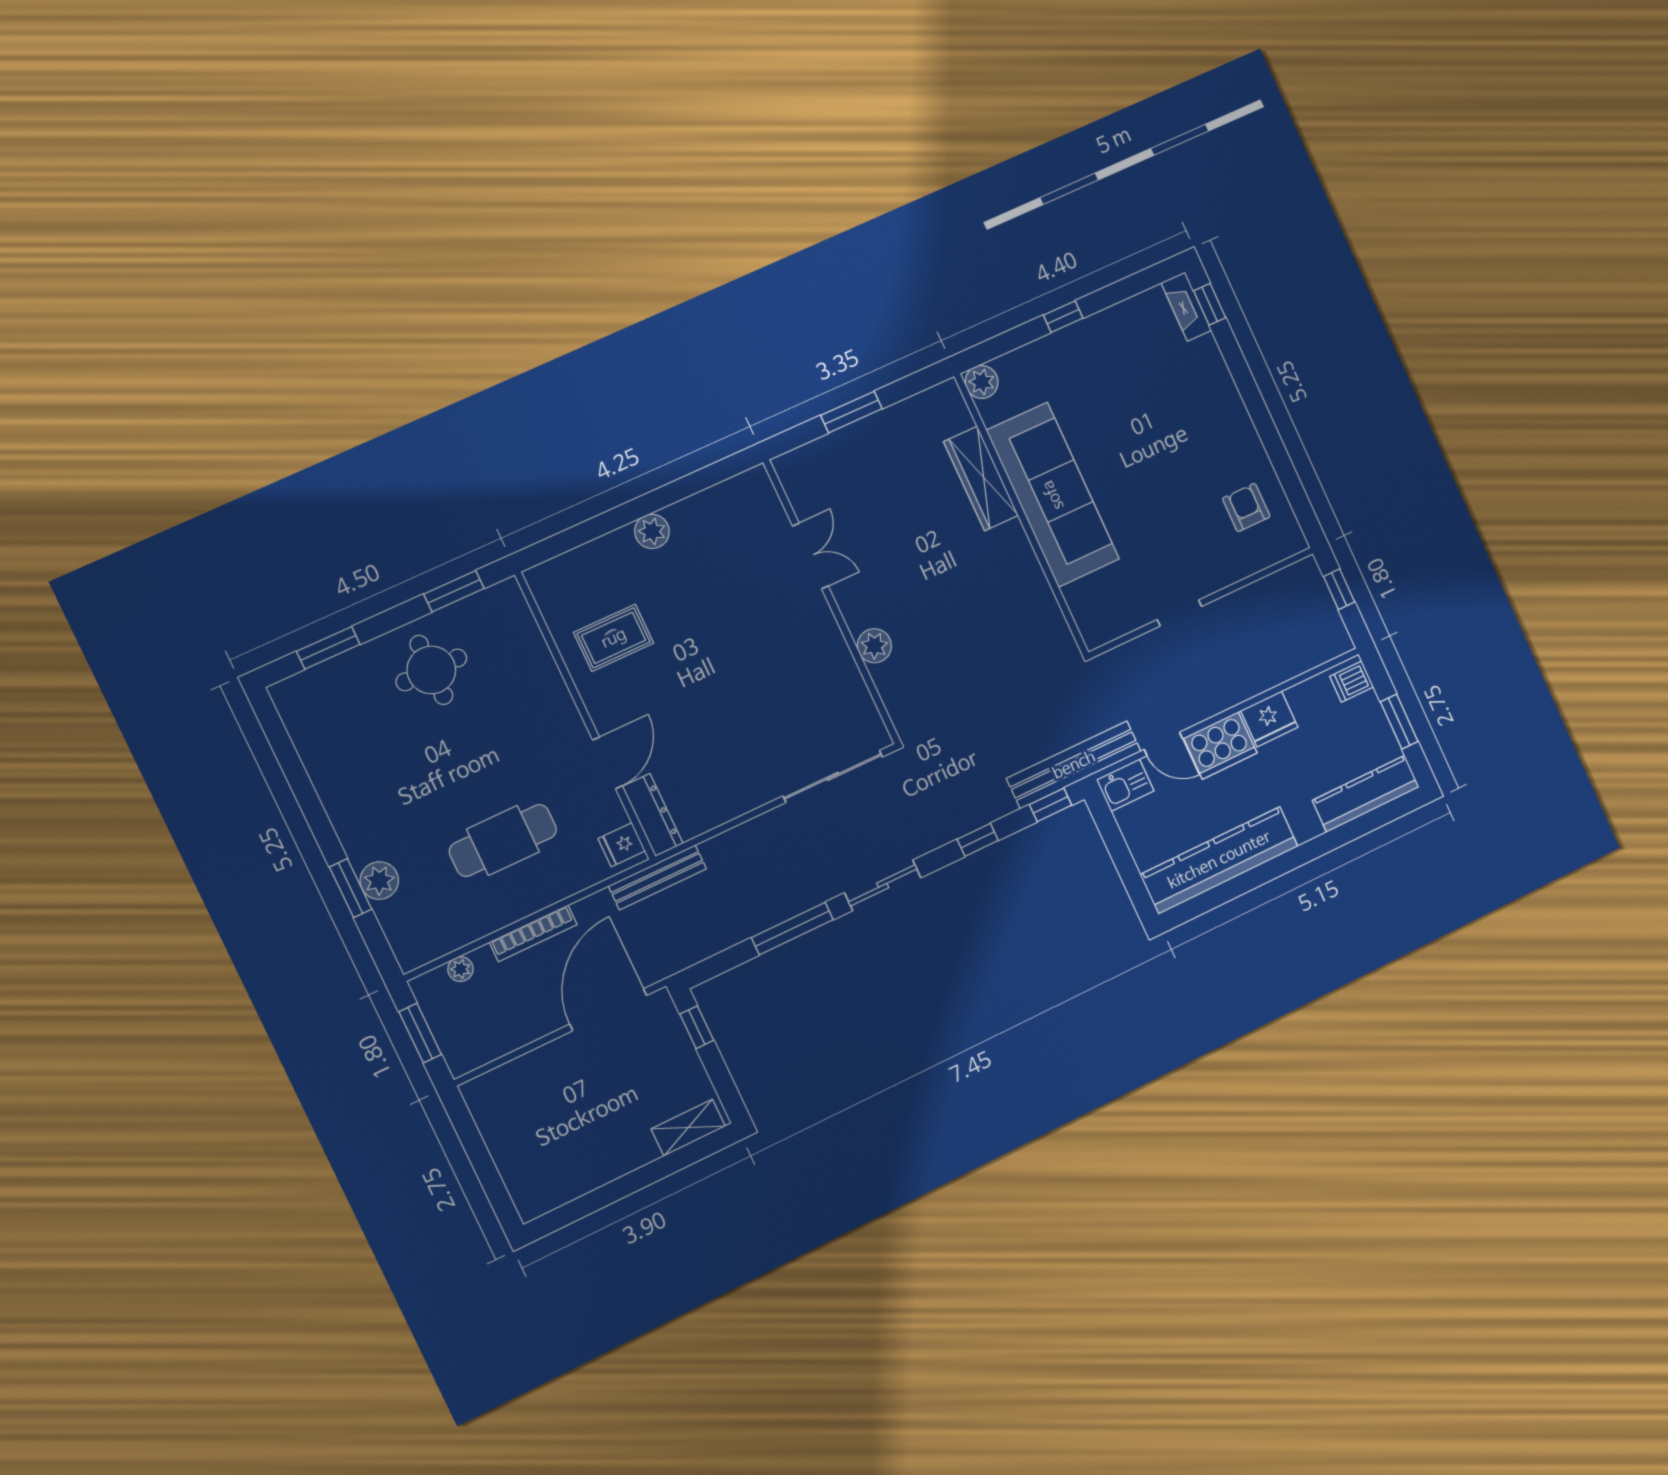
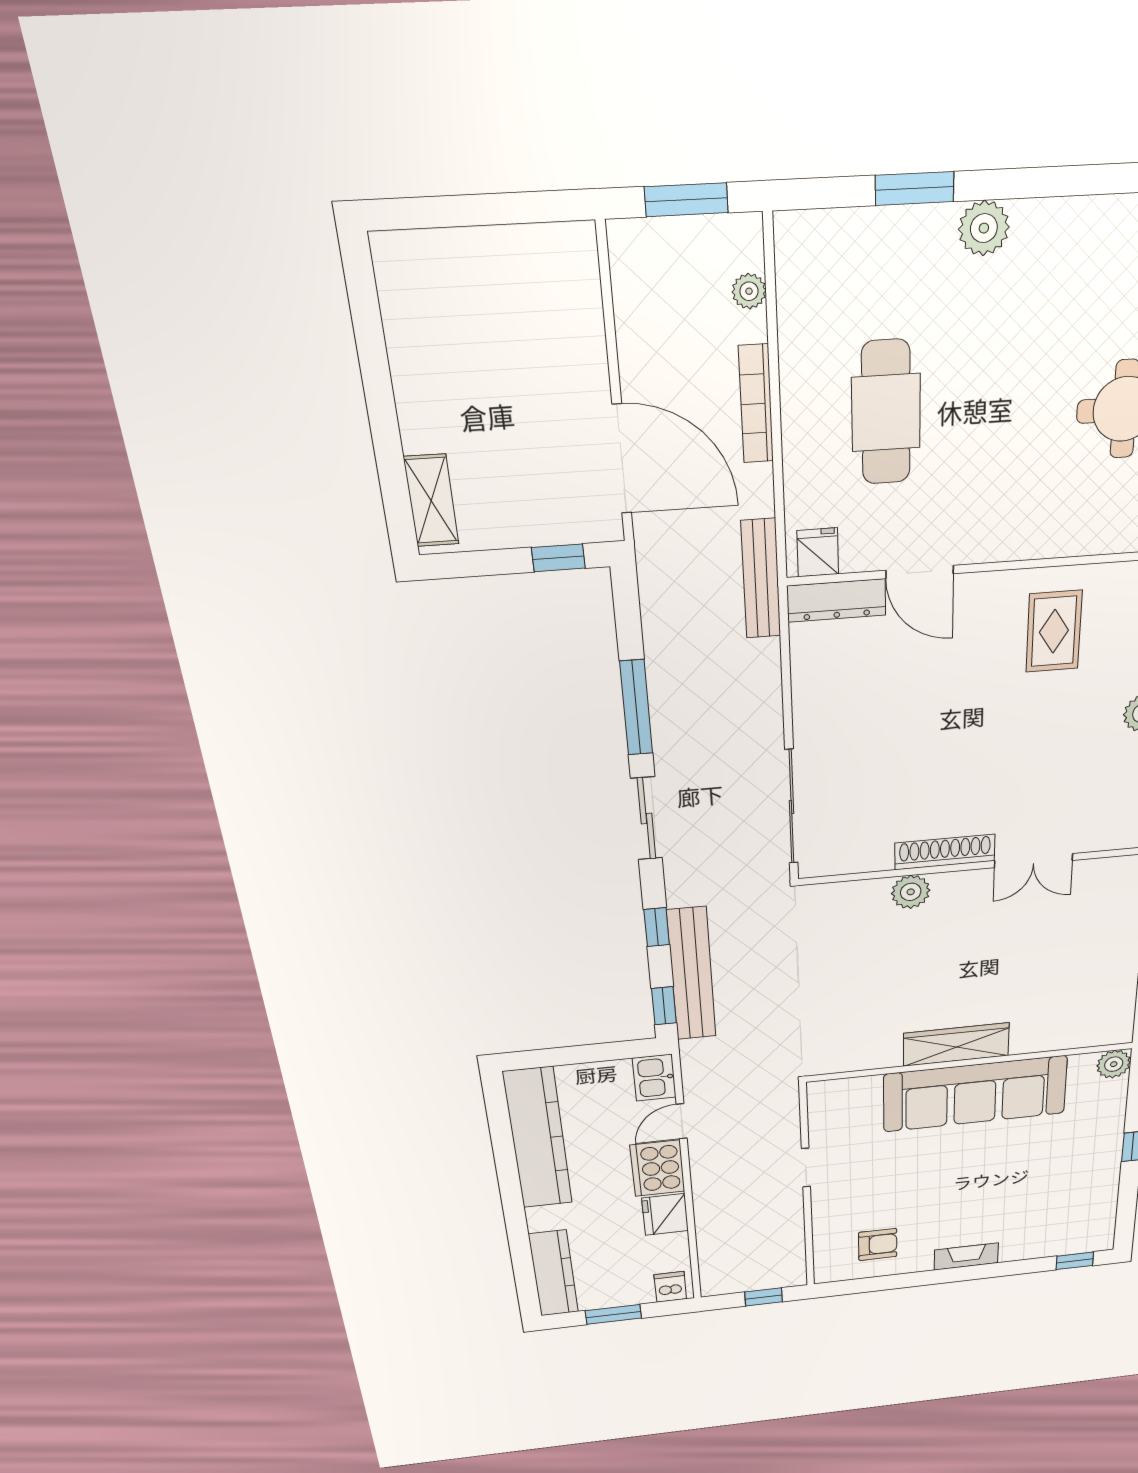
fireplace: (1186, 307) -> (966, 1256), moved
wardrobe: (981, 479) -> (956, 1044), moved
shoe rack: (829, 634) -> (945, 852), added
bench: (1074, 765) -> (692, 974), moved
plant: (379, 881) -> (984, 228), moved

